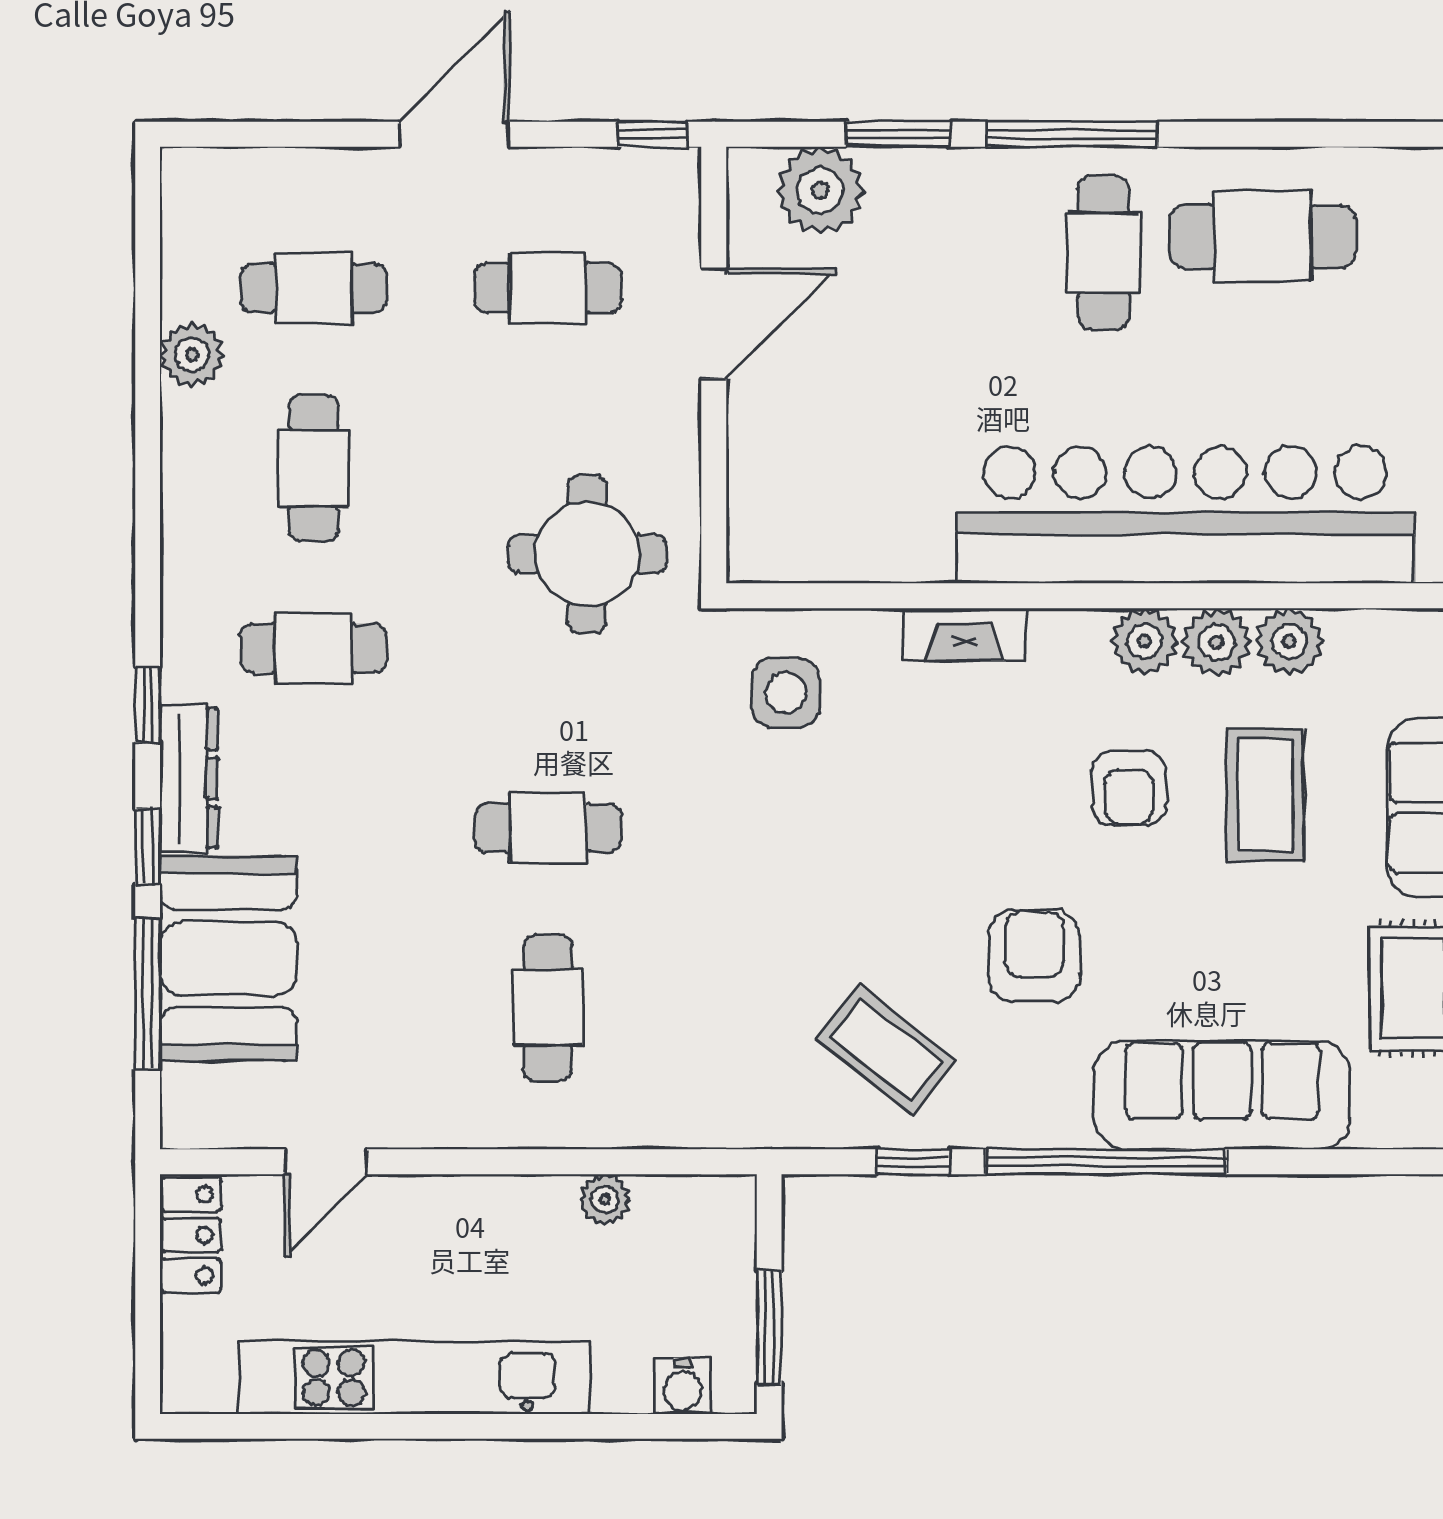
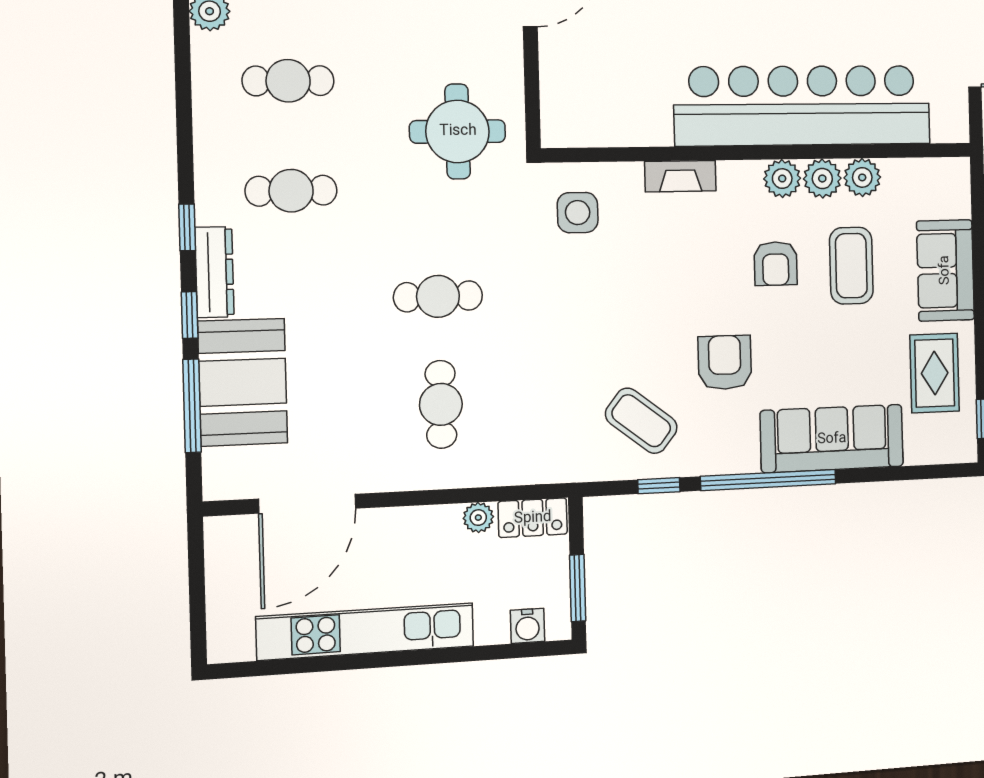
cafe table: (314, 468) -> (288, 81), turned 90
door: (326, 1162) -> (307, 504), width x1.87
locker: (191, 1235) -> (533, 518), moved, turned 90

